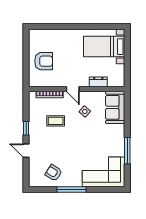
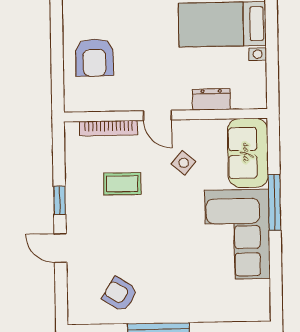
armchair: (44, 61) -> (94, 57), turned 90
window: (127, 151) -> (275, 202), moved
corner sofa: (103, 172) -> (237, 234), moved, turned -90

